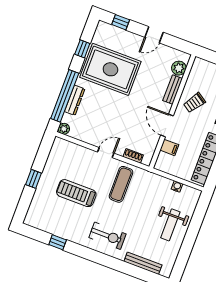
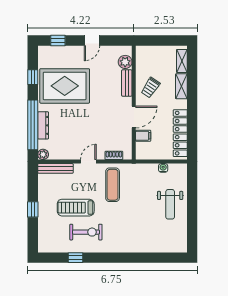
door: (167, 125) -> (134, 117), swing flipped
exercise bike: (107, 236) -> (86, 232), moved
bench: (143, 263) -> (55, 168), moved

